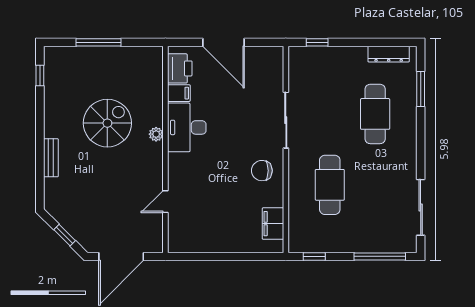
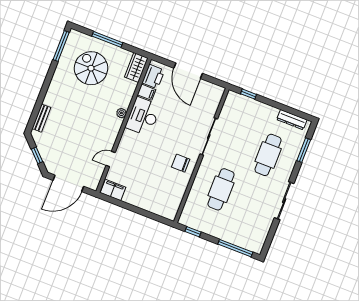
wardrobe: (152, 65) -> (136, 67), added
window: (40, 76) -> (61, 46), width x2.17
spiral stairs: (107, 123) -> (91, 68), moved, turned -90
bench: (51, 158) -> (41, 118), moved
sliding door: (421, 207) -> (284, 201), moved
filing cabinet: (273, 224) -> (113, 190), moved, turned 90

